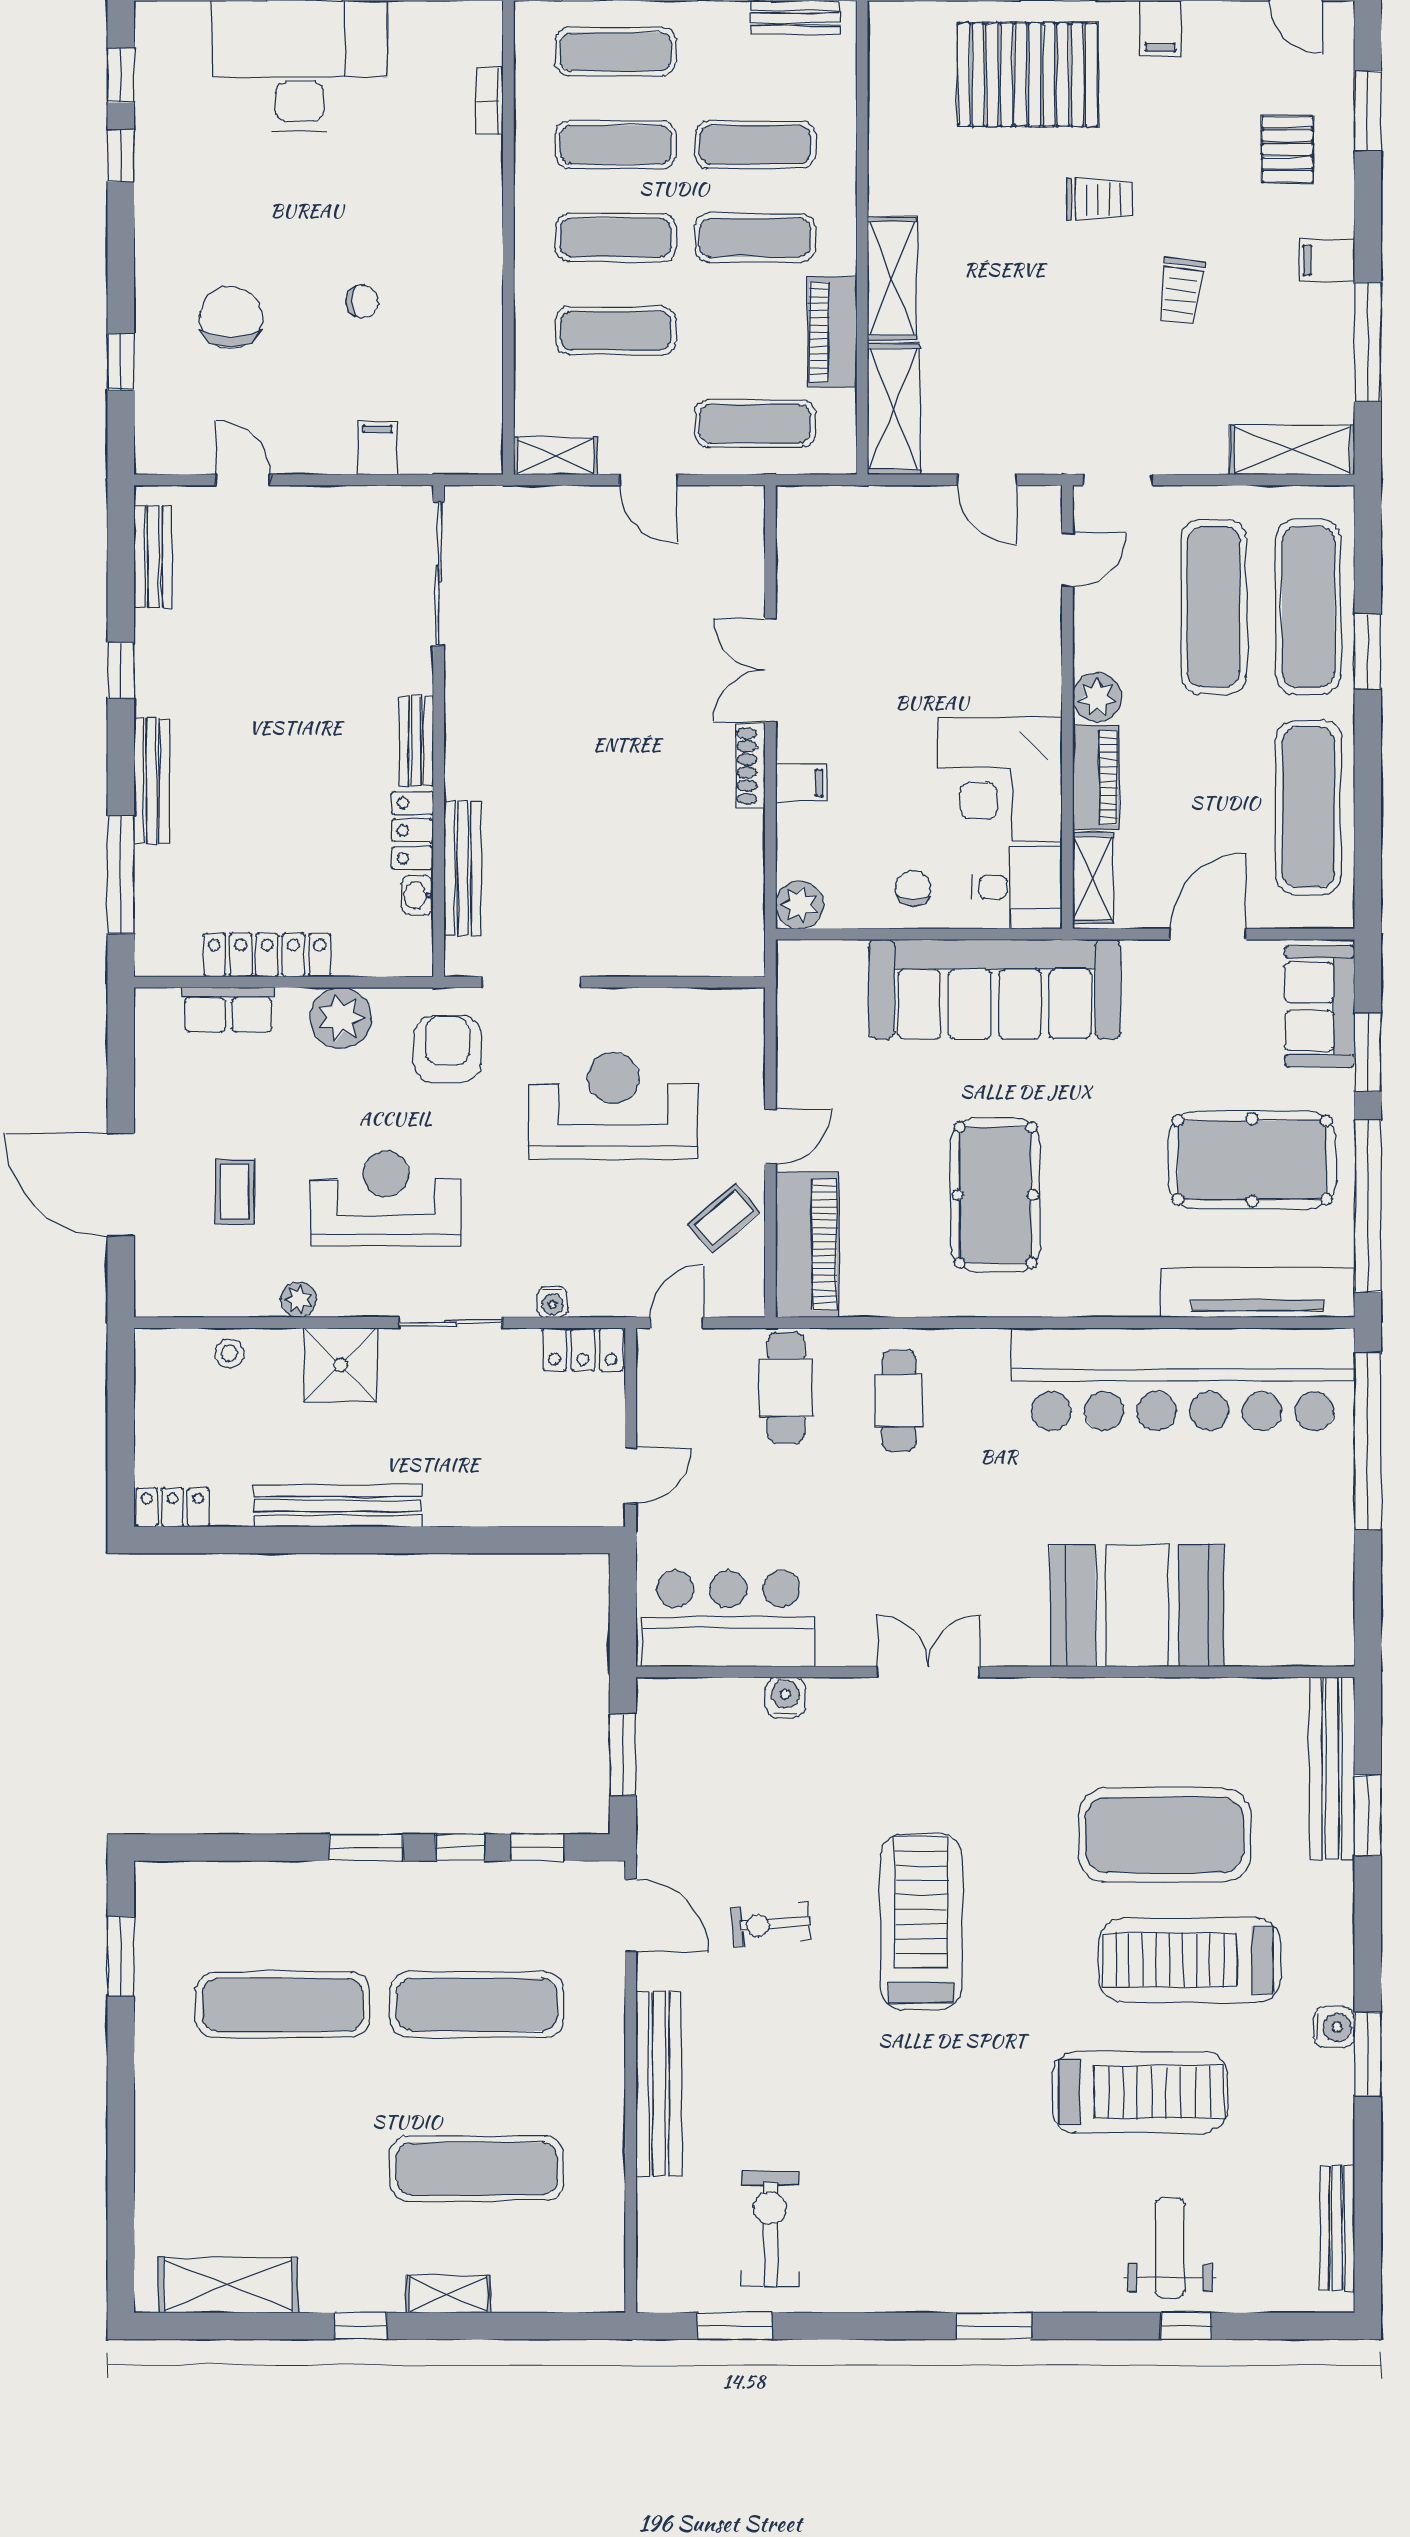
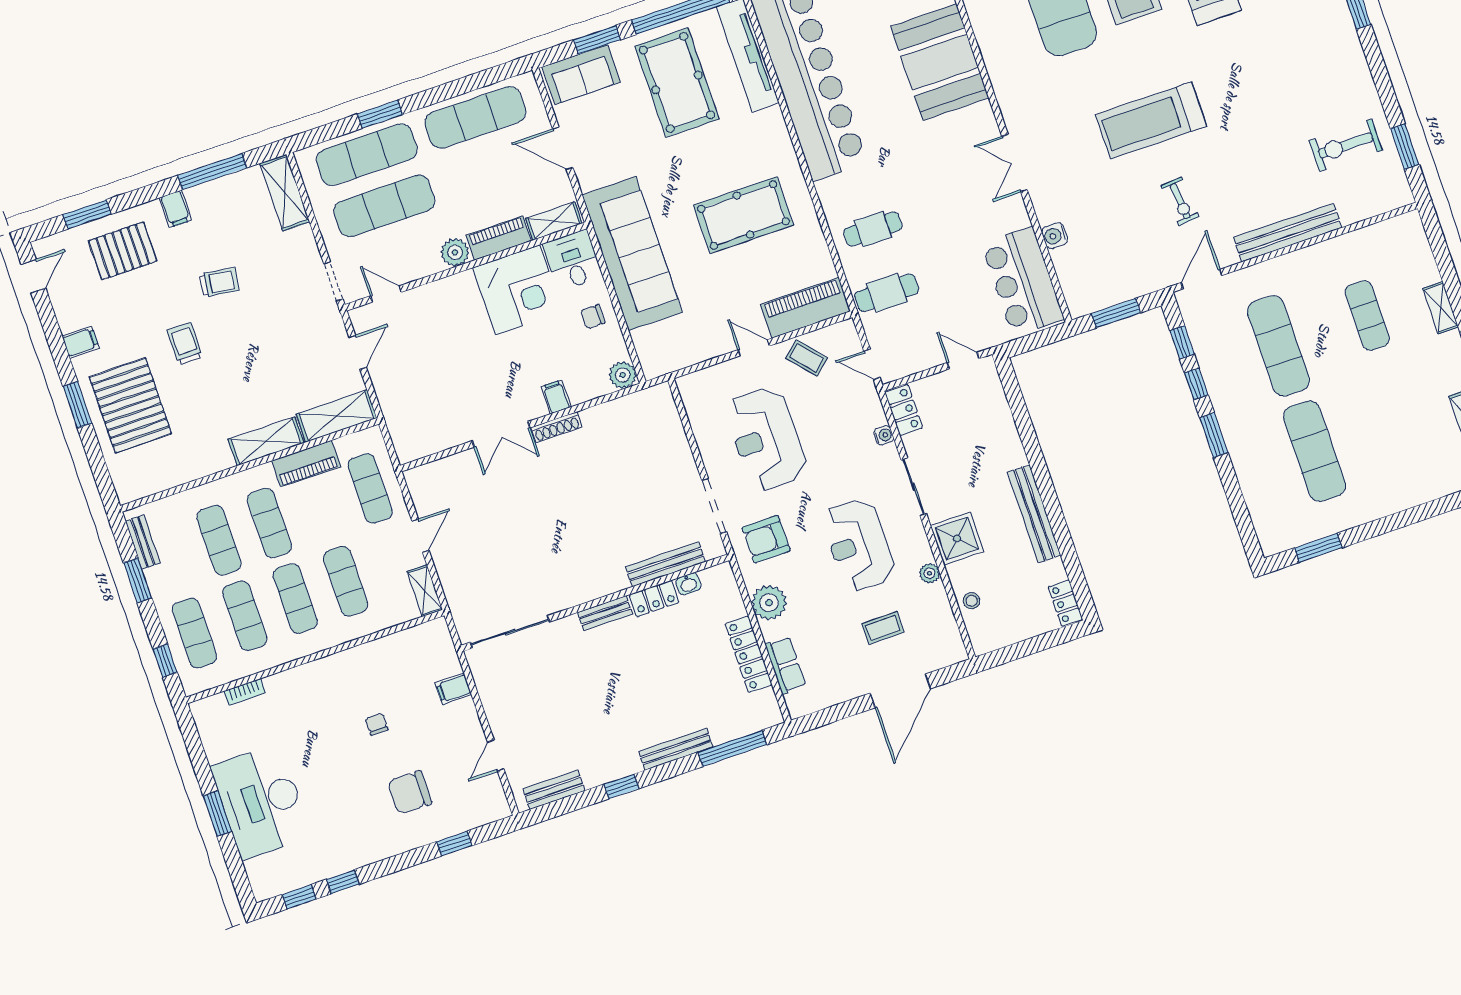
pallet: (1287, 149) -> (123, 251), width x1.50, depth x1.42
exercise mat: (477, 2169) -> (1367, 315), width x0.73, depth x0.69

